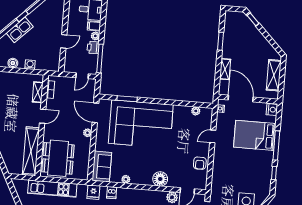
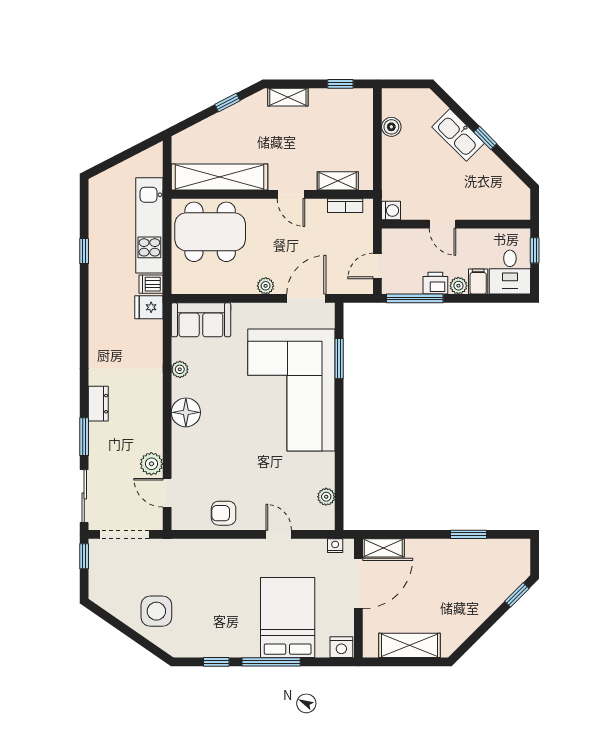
washing machine: (30, 65) -> (391, 211), moved
shelving: (225, 69) -> (383, 548), moved
door: (82, 76) -> (377, 266), hinge flipped
floor lamp: (160, 179) -> (186, 412), moved
dishwasher: (112, 193) -> (151, 284), moved

